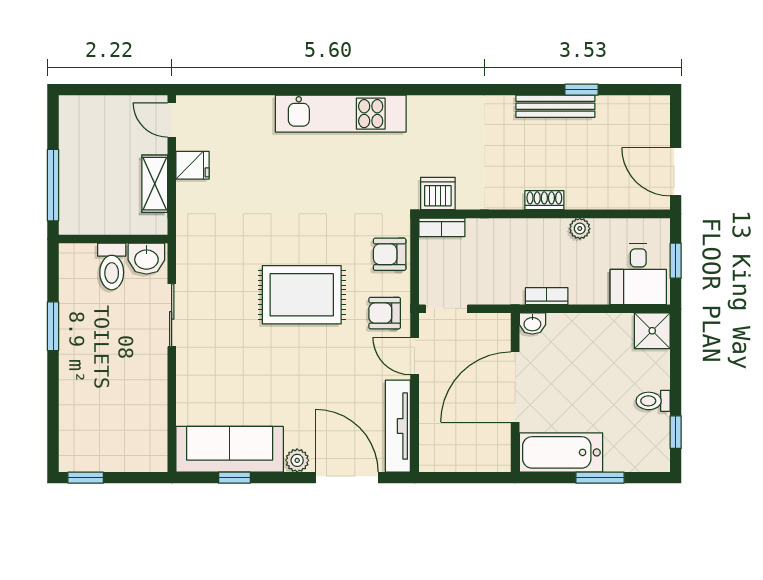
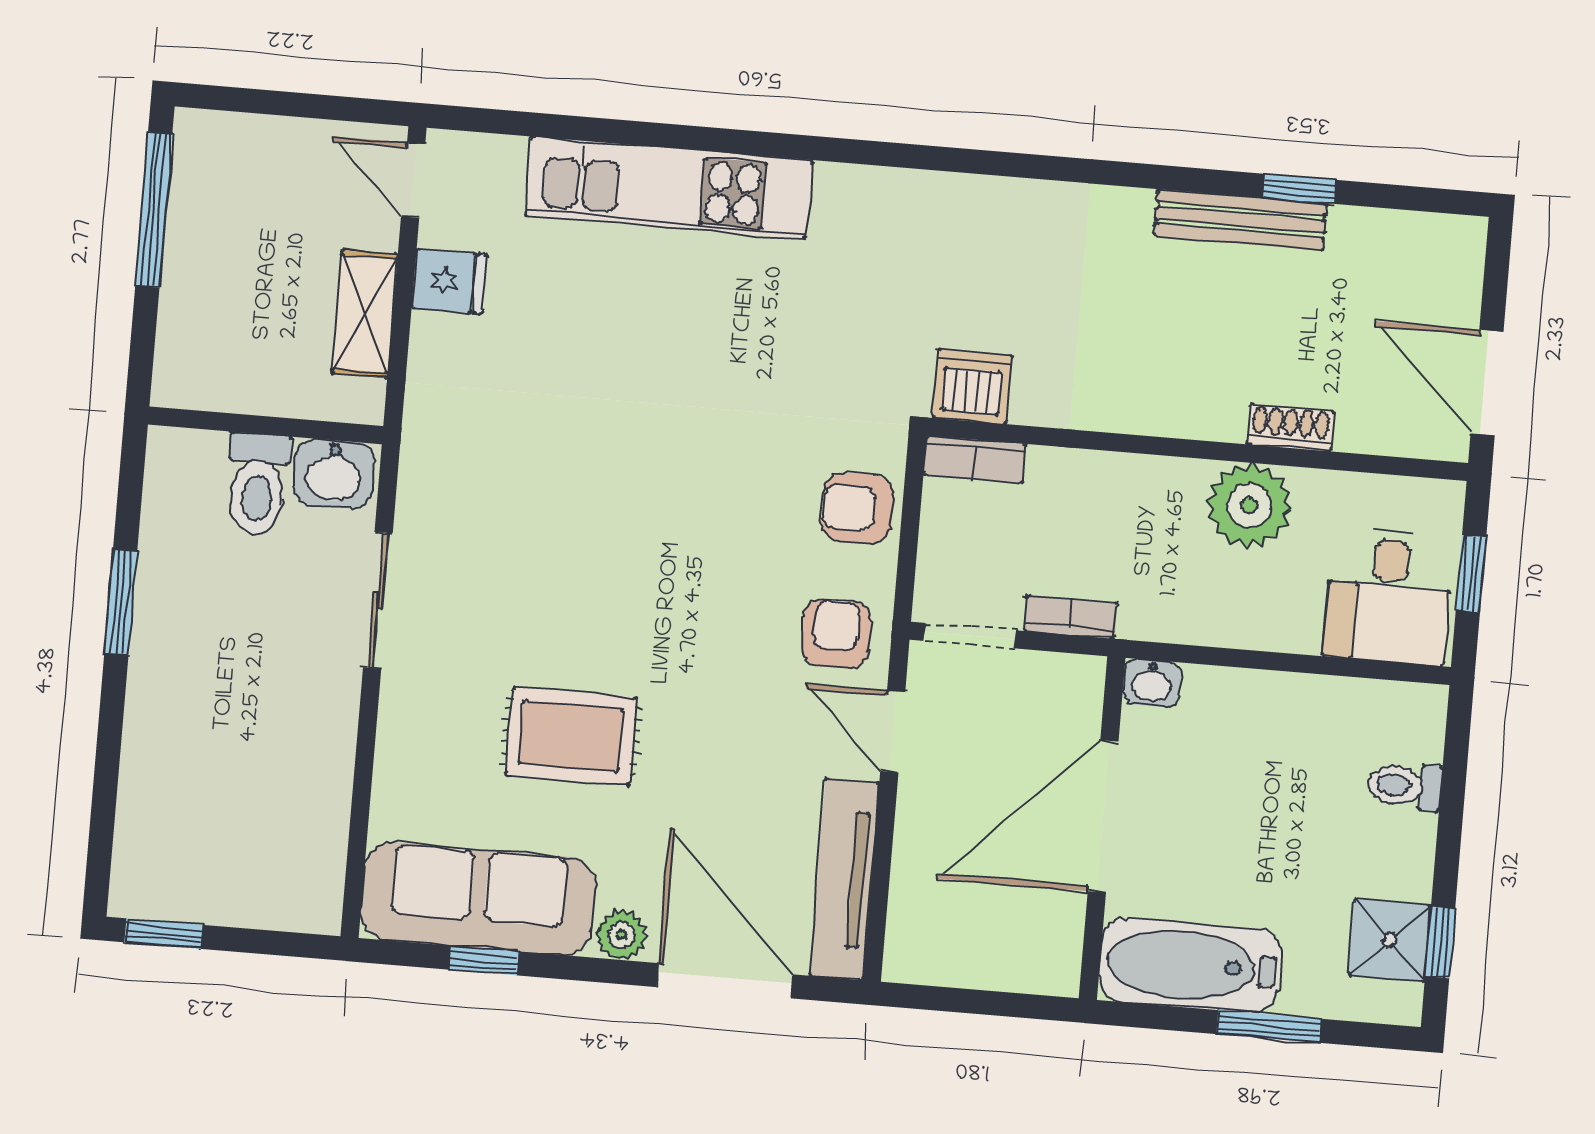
kitchen unit: (341, 114) -> (668, 188), moved
window: (53, 185) -> (154, 210), moved
shoe rack: (544, 200) -> (1291, 428), moved
plant: (580, 229) -> (1249, 505), width x1.88, depth x1.88
rug: (302, 295) -> (571, 736), moved, width x0.73, depth x0.70
bookcase: (547, 296) -> (1070, 617), moved
armchair: (385, 313) -> (836, 634), turned 90
shower: (652, 331) -> (1390, 940), moved
toilet: (653, 401) -> (1404, 786), moved

